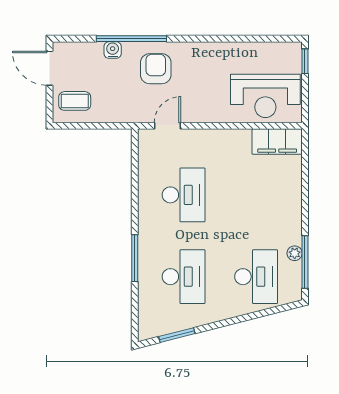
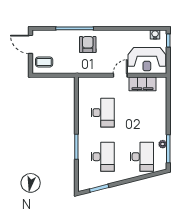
water cooler: (113, 50) -> (155, 34), moved
door: (167, 126) -> (120, 75), moved
filing cabinet: (277, 142) -> (142, 84), moved

